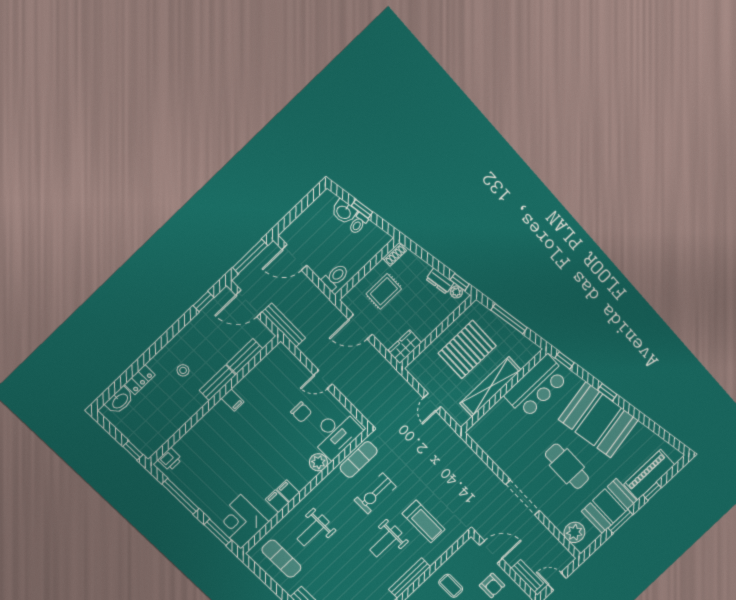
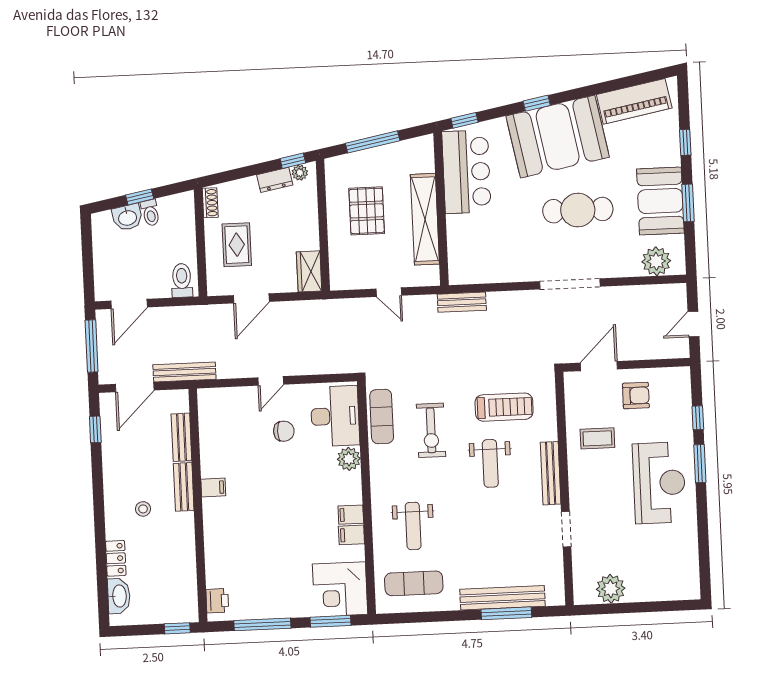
pallet: (467, 350) -> (367, 211), width x0.73, depth x0.71
piano: (649, 475) -> (634, 101), moved, turned -101
bench: (527, 576) -> (462, 302), moved

